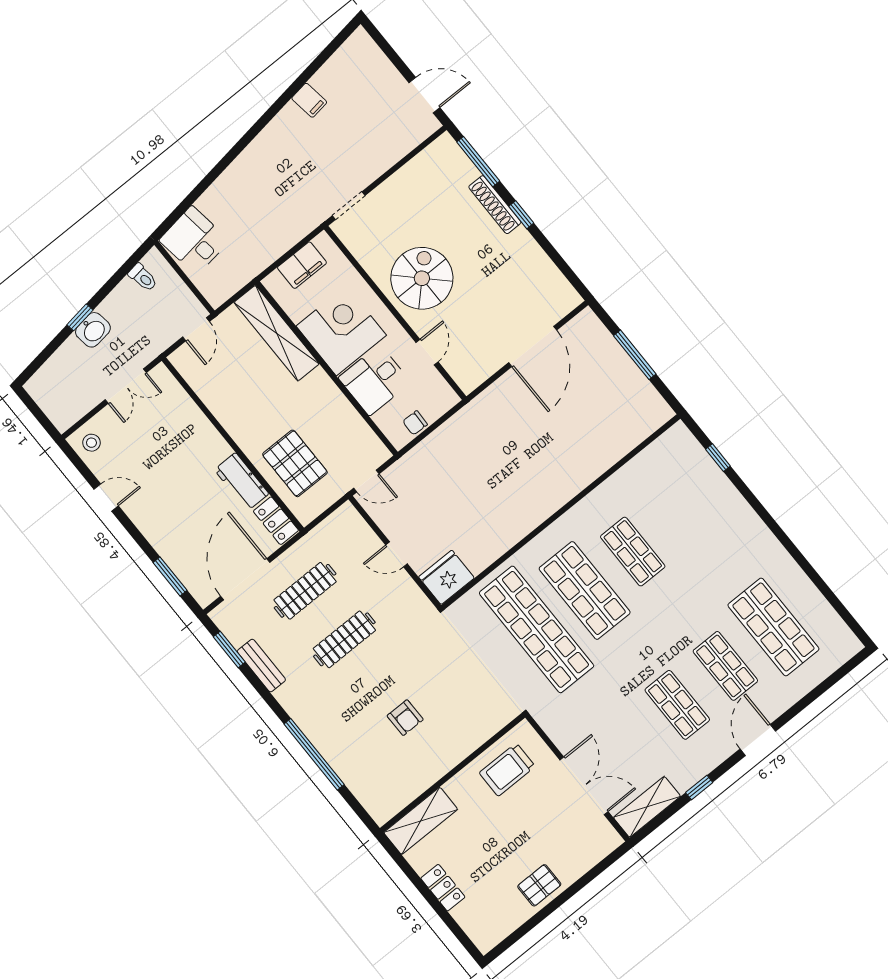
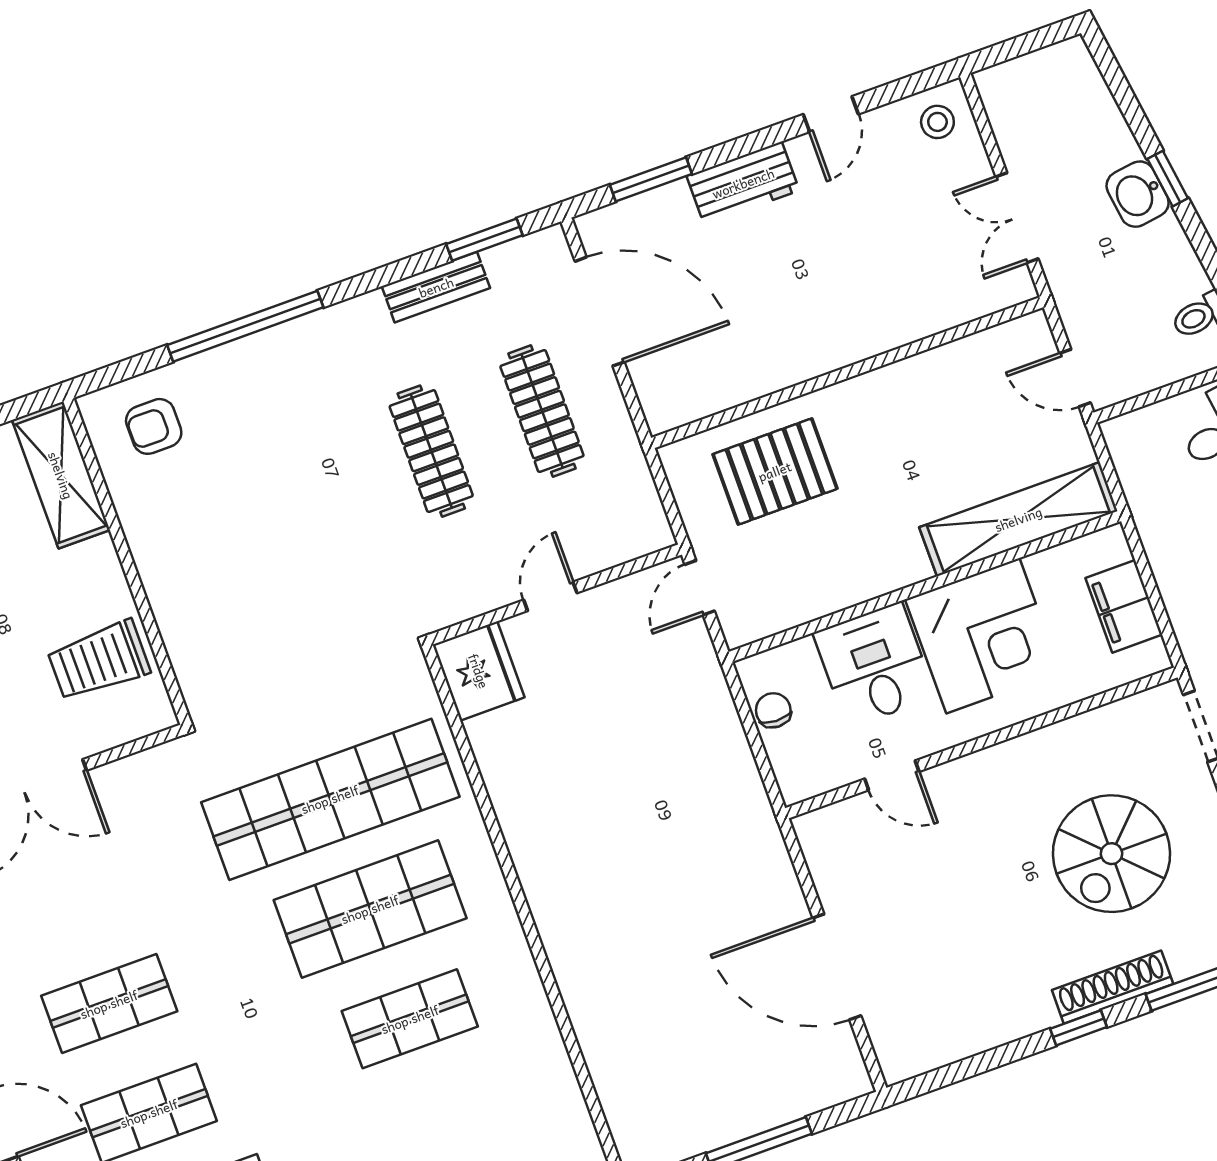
spiral stairs: (422, 278) -> (1112, 854), moved, turned 90
workbench: (242, 482) -> (743, 183), moved, turned 180
locker: (276, 521) -> (685, 402), removed
armchair: (405, 718) -> (154, 426), moved
trolley: (507, 770) -> (99, 661), turned -90

